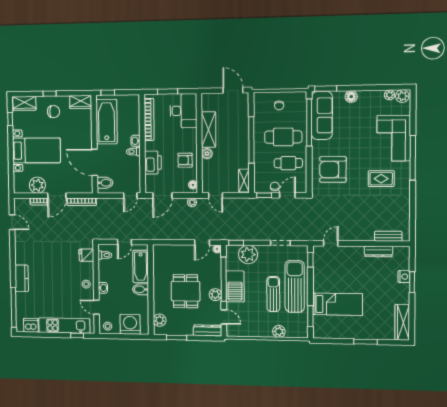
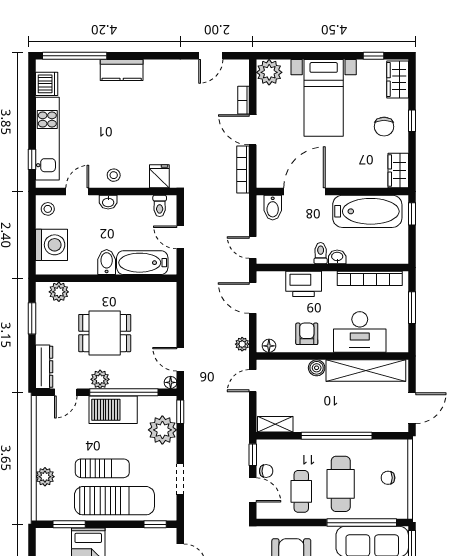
desk: (183, 111) -> (360, 332), moved
shelving: (209, 130) -> (366, 371), width x1.47
plant: (37, 185) -> (269, 72), moved

